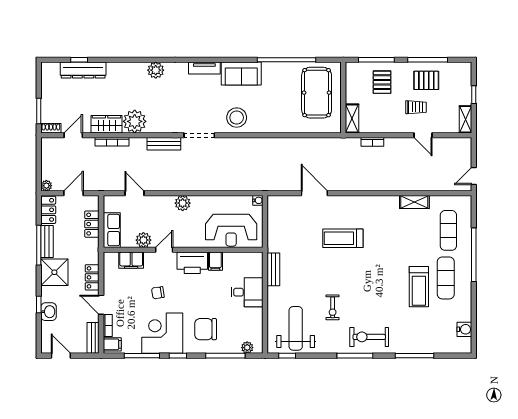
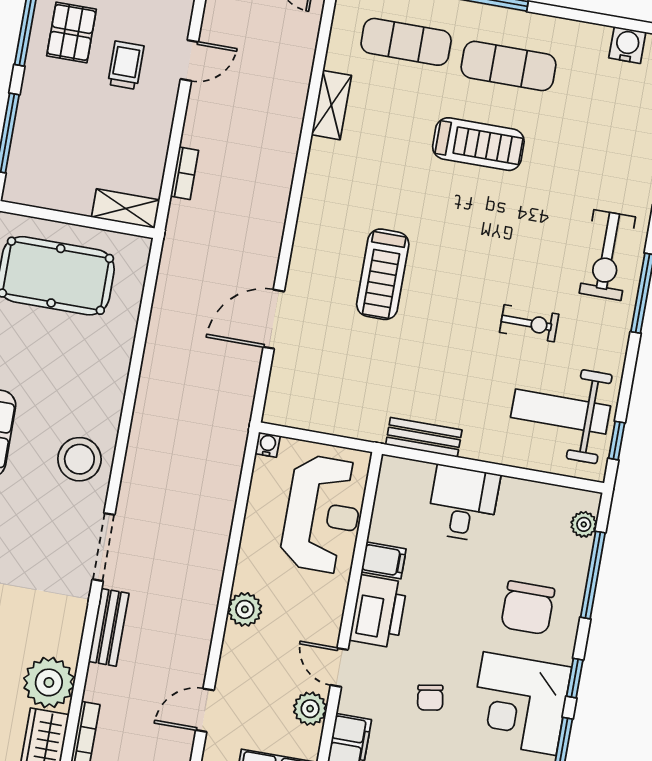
pallet: (382, 82) -> (58, 129), removed
treadmill: (419, 287) -> (478, 144), moved

